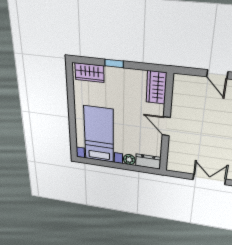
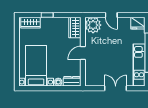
plant: (185, 87) -> (93, 25), added
door: (166, 126) -> (83, 53), hinge flipped

